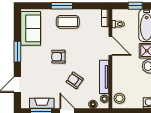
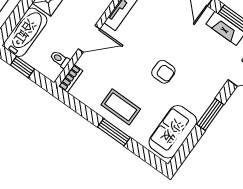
door: (110, 46) -> (89, 39), swing flipped
armchair: (75, 80) -> (164, 28), removed

